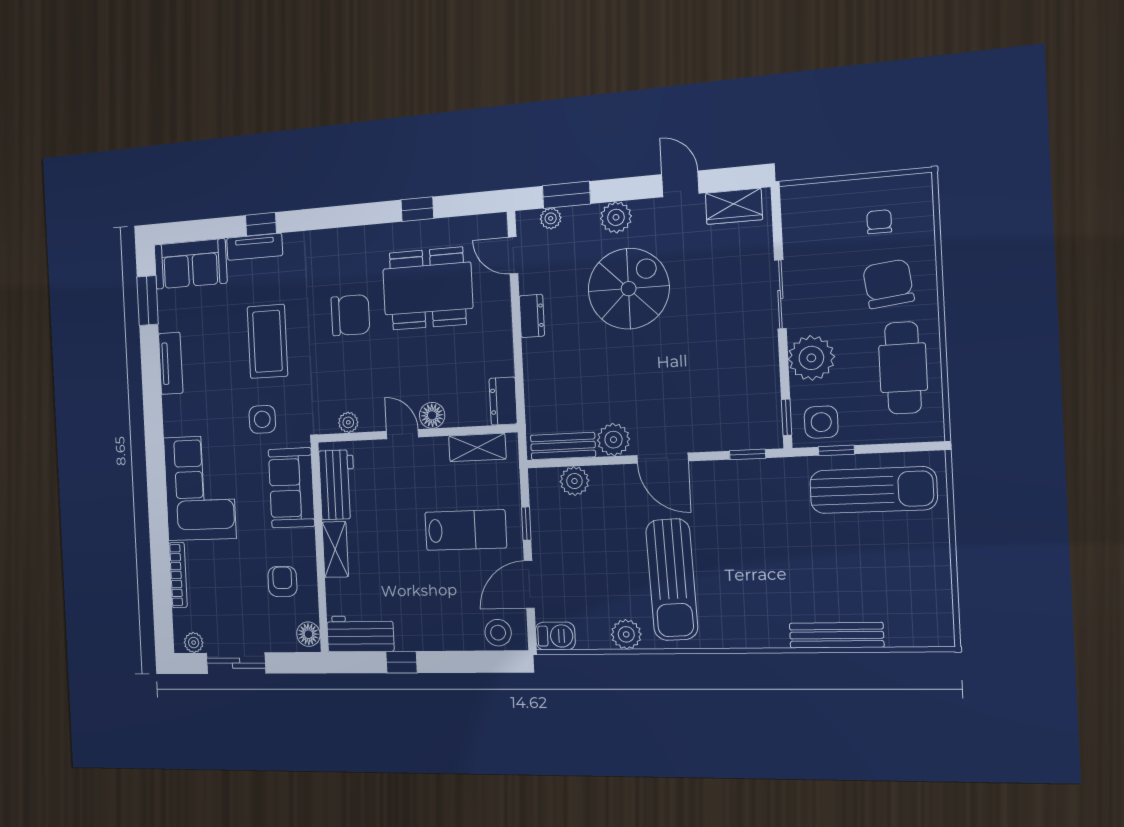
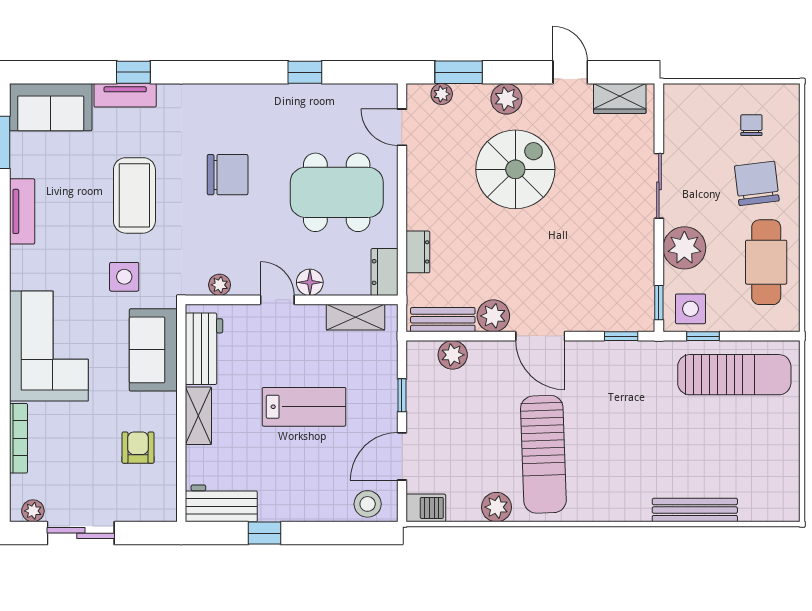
dining table: (428, 289) -> (337, 192), moved
dresser: (532, 316) -> (418, 252), moved
lab bench: (466, 530) -> (304, 407), moved
floor lamp: (308, 634) -> (164, 503), removed

